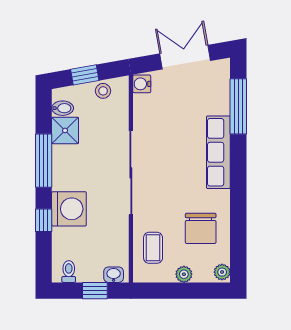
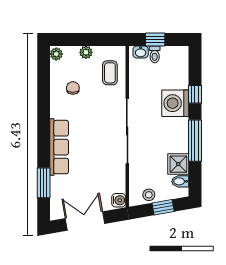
double door: (185, 57) -> (85, 221), swing flipped
window: (238, 106) -> (44, 183), width x0.69
chair: (201, 228) -> (73, 88), width x0.54, depth x0.54
toilet: (69, 272) -> (155, 54), moved

